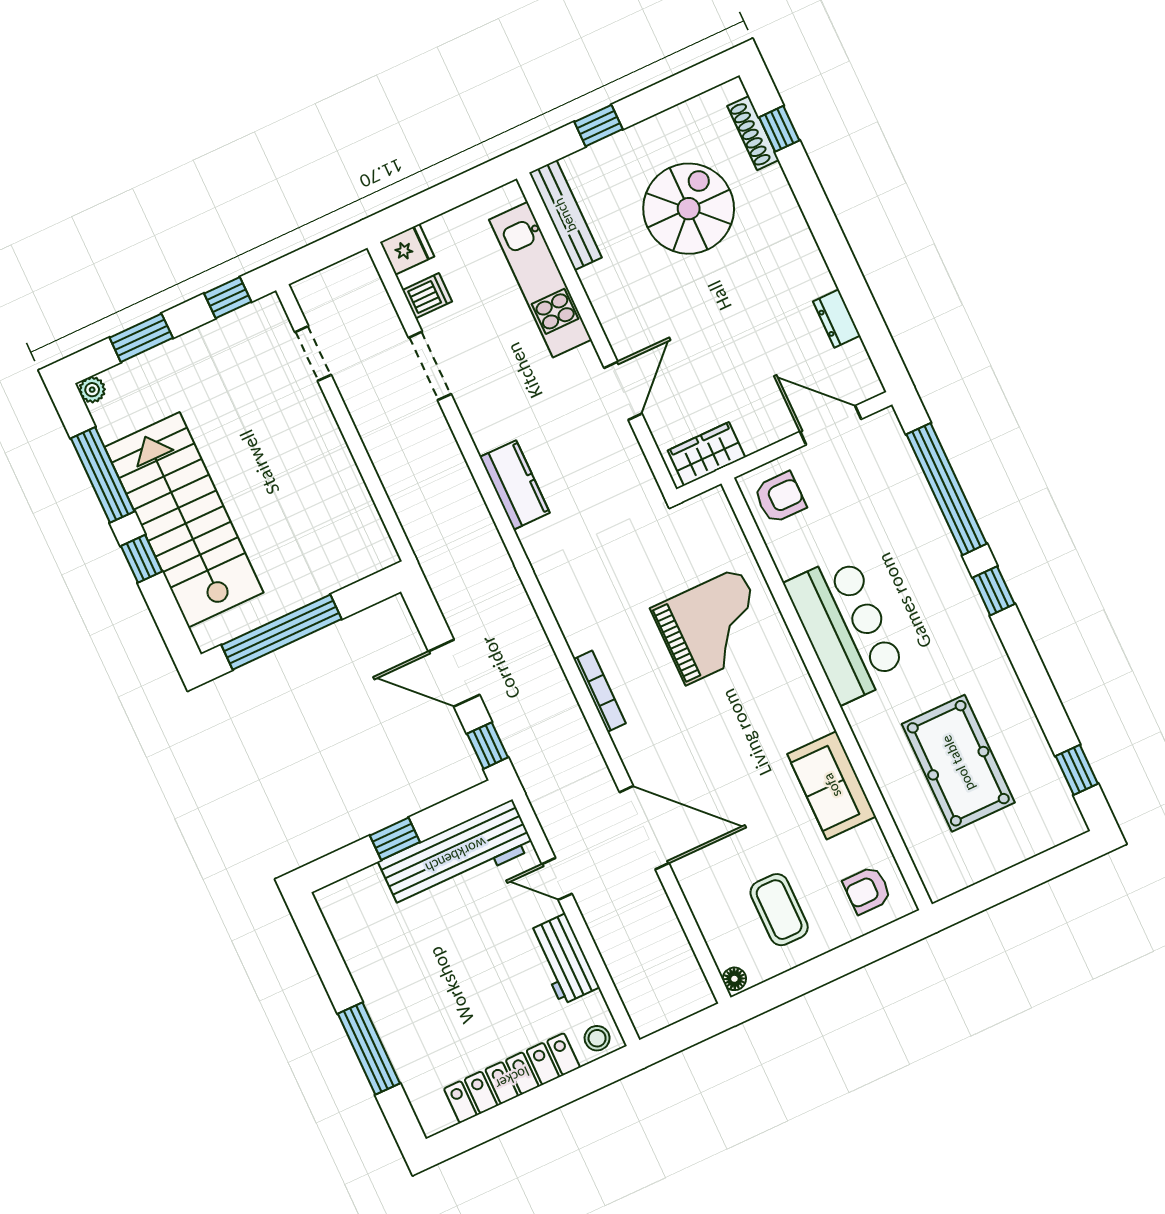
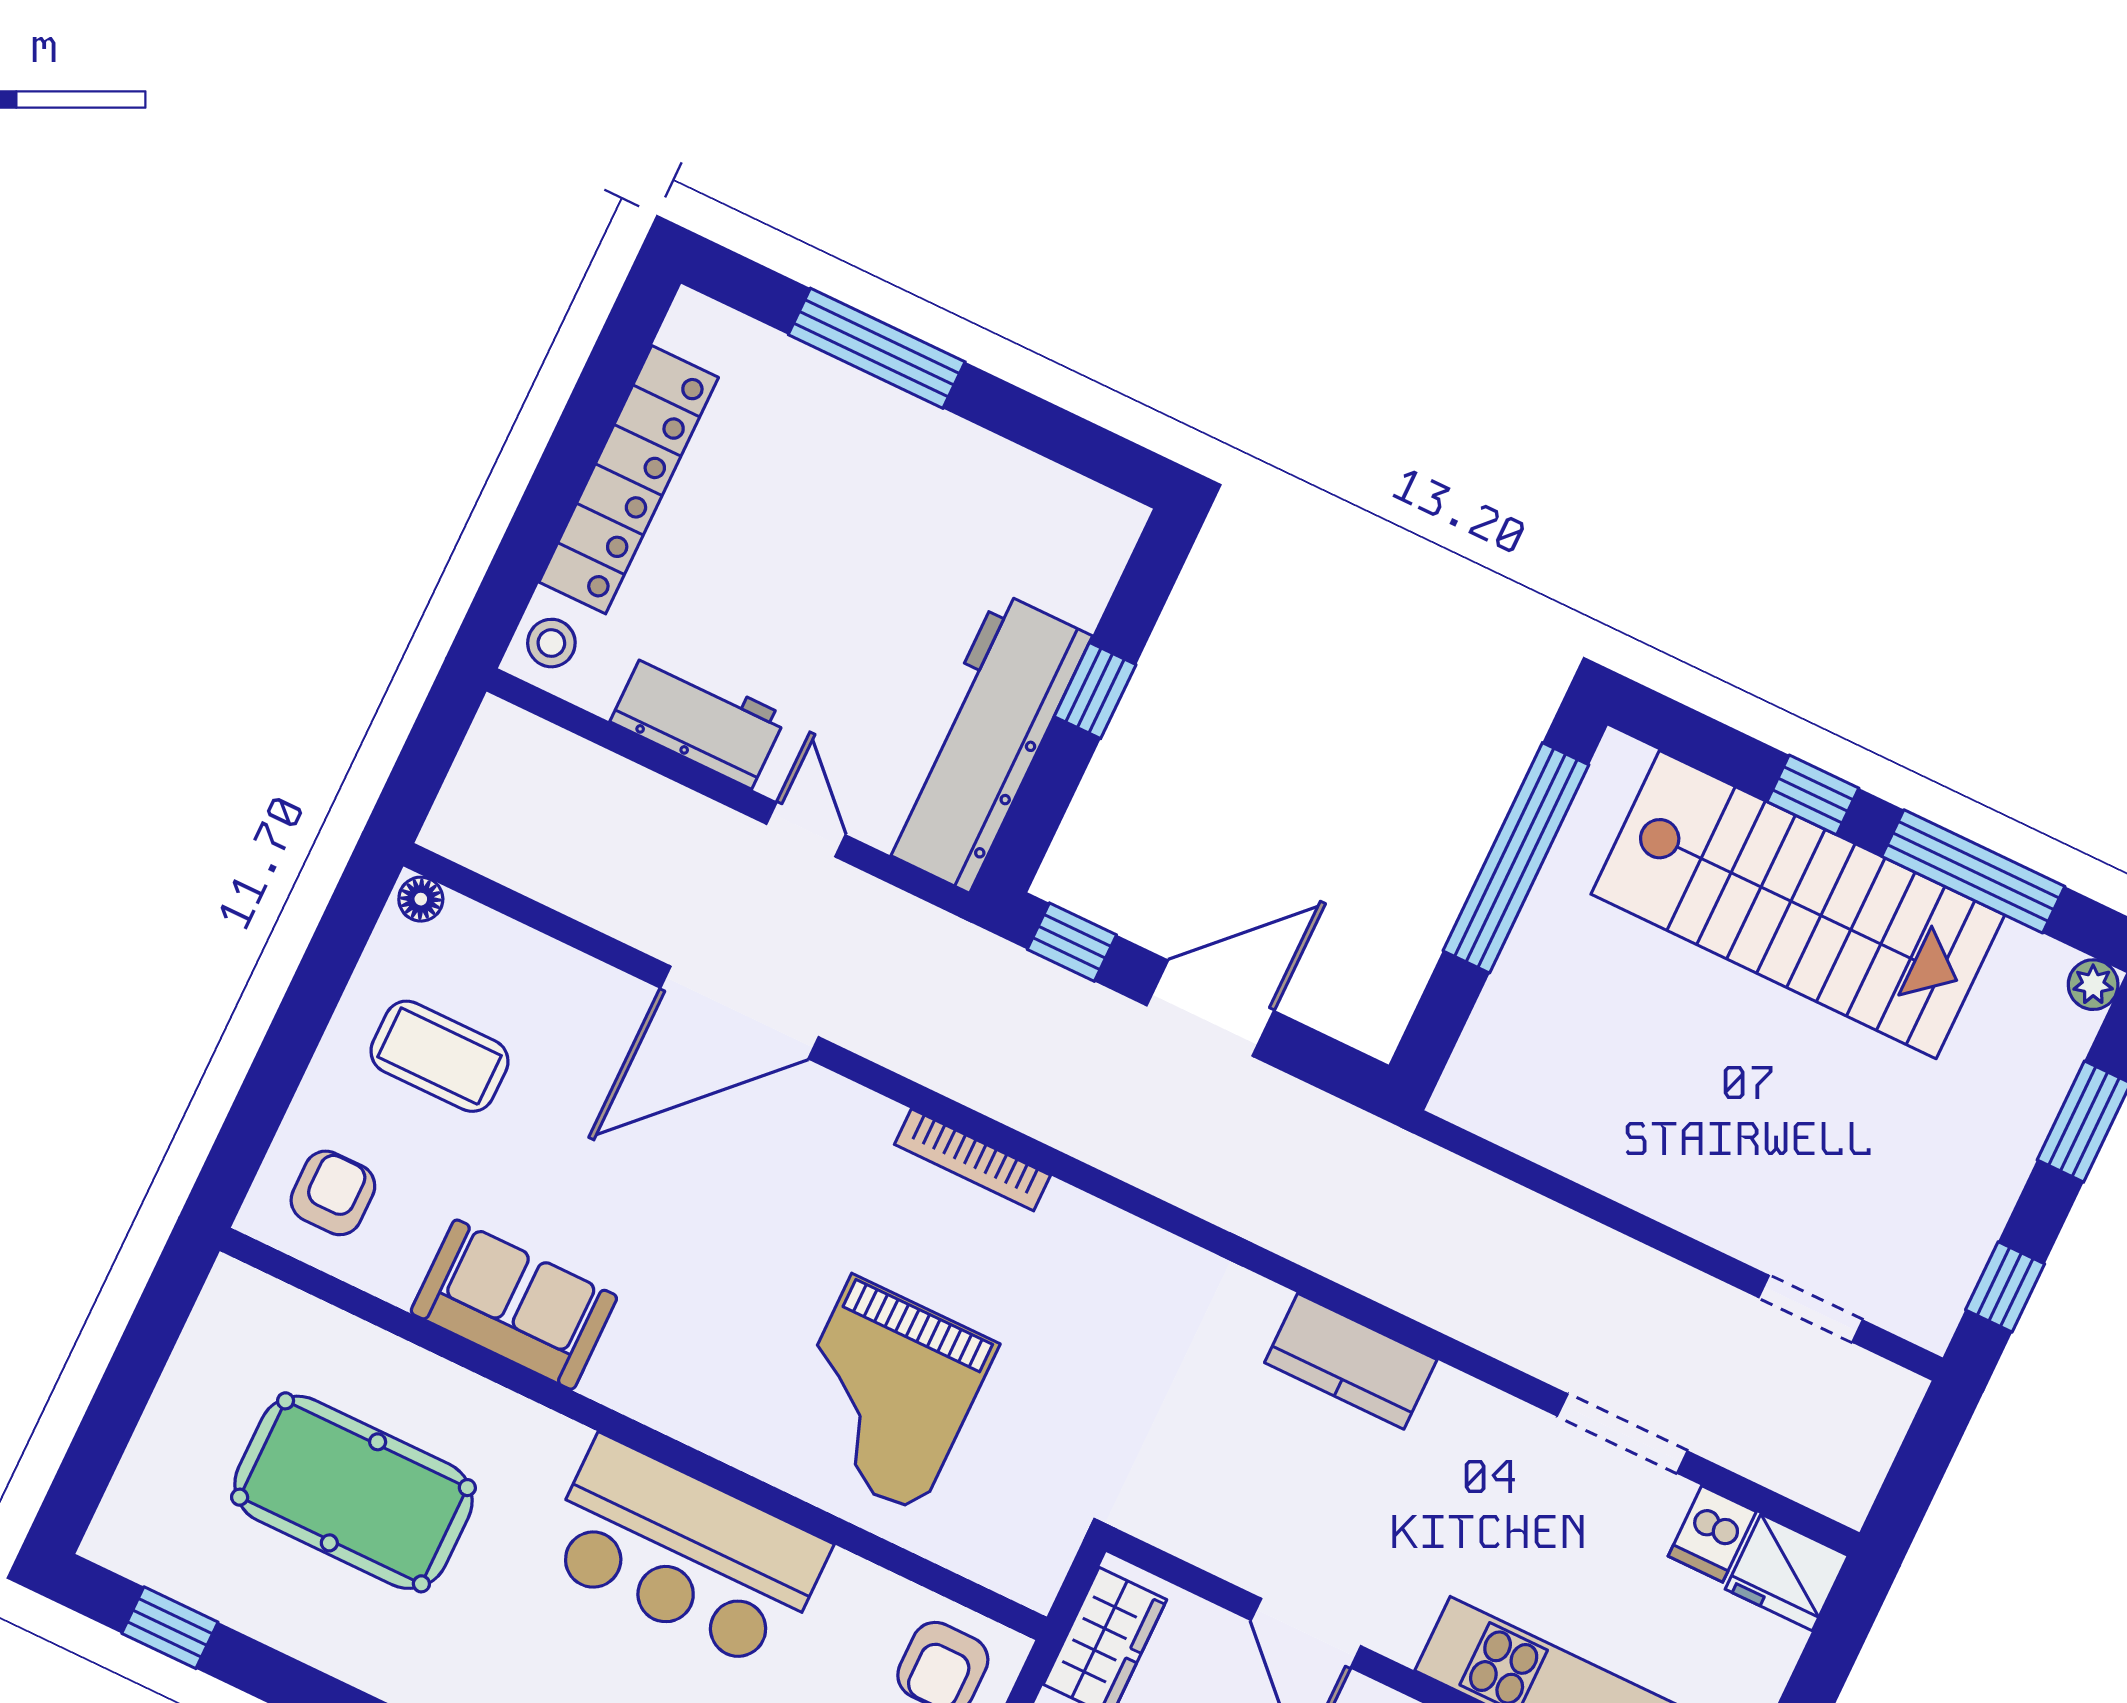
fridge: (407, 249) -> (1787, 1572), width x1.38
door: (557, 879) -> (806, 830), hinge flipped

